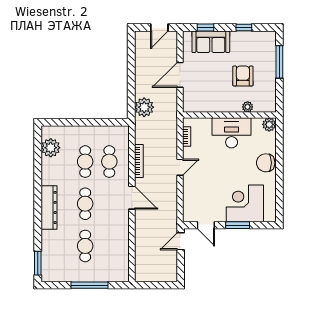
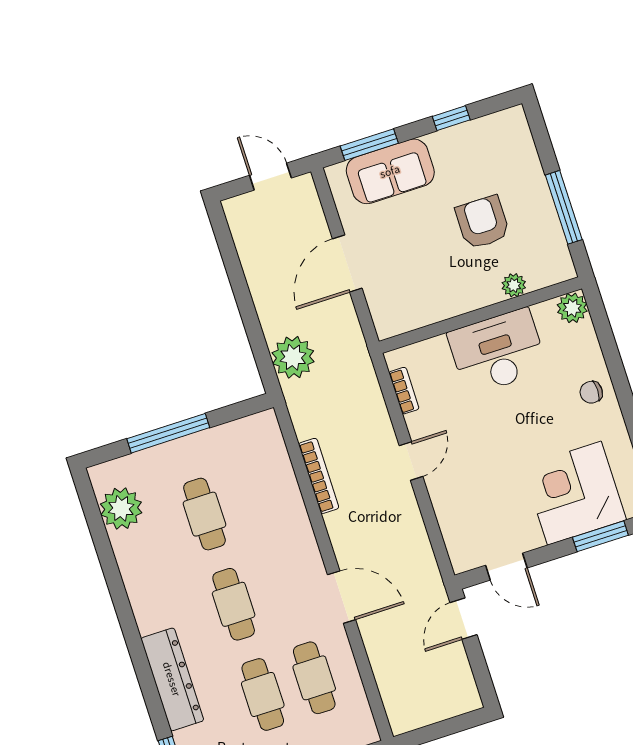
door: (159, 28) -> (270, 177), swing flipped
window: (206, 28) -> (369, 145), width x1.50
window: (279, 62) -> (564, 207), moved
window: (81, 122) -> (168, 433), added
cafe table: (109, 162) -> (314, 678), moved
chair: (266, 163) -> (591, 392), width x0.54, depth x0.54
door: (132, 198) -> (342, 597), moved
dresser: (49, 207) -> (172, 679), moved
window: (238, 225) -> (600, 536), moved

